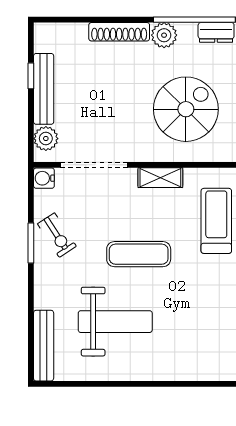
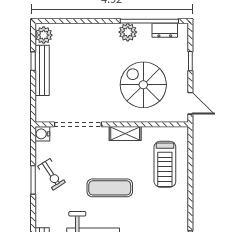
shoe rack: (119, 32) -> (96, 30), removed
spiral stairs: (186, 109) -> (143, 85), turned -90
plant: (46, 139) -> (44, 35), moved
treadmill: (216, 221) -> (165, 164), turned 180

